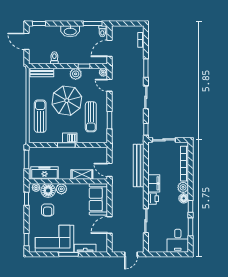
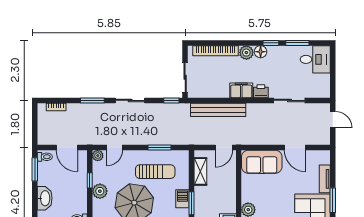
shelving: (82, 175) -> (200, 171), moved

